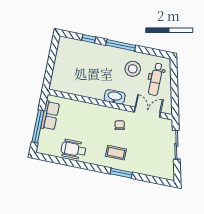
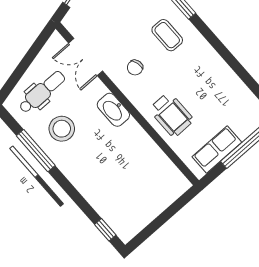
window: (89, 39) -> (105, 230), moved
window: (121, 45) -> (36, 151), moved
wheelchair: (73, 149) -> (171, 115), moved

